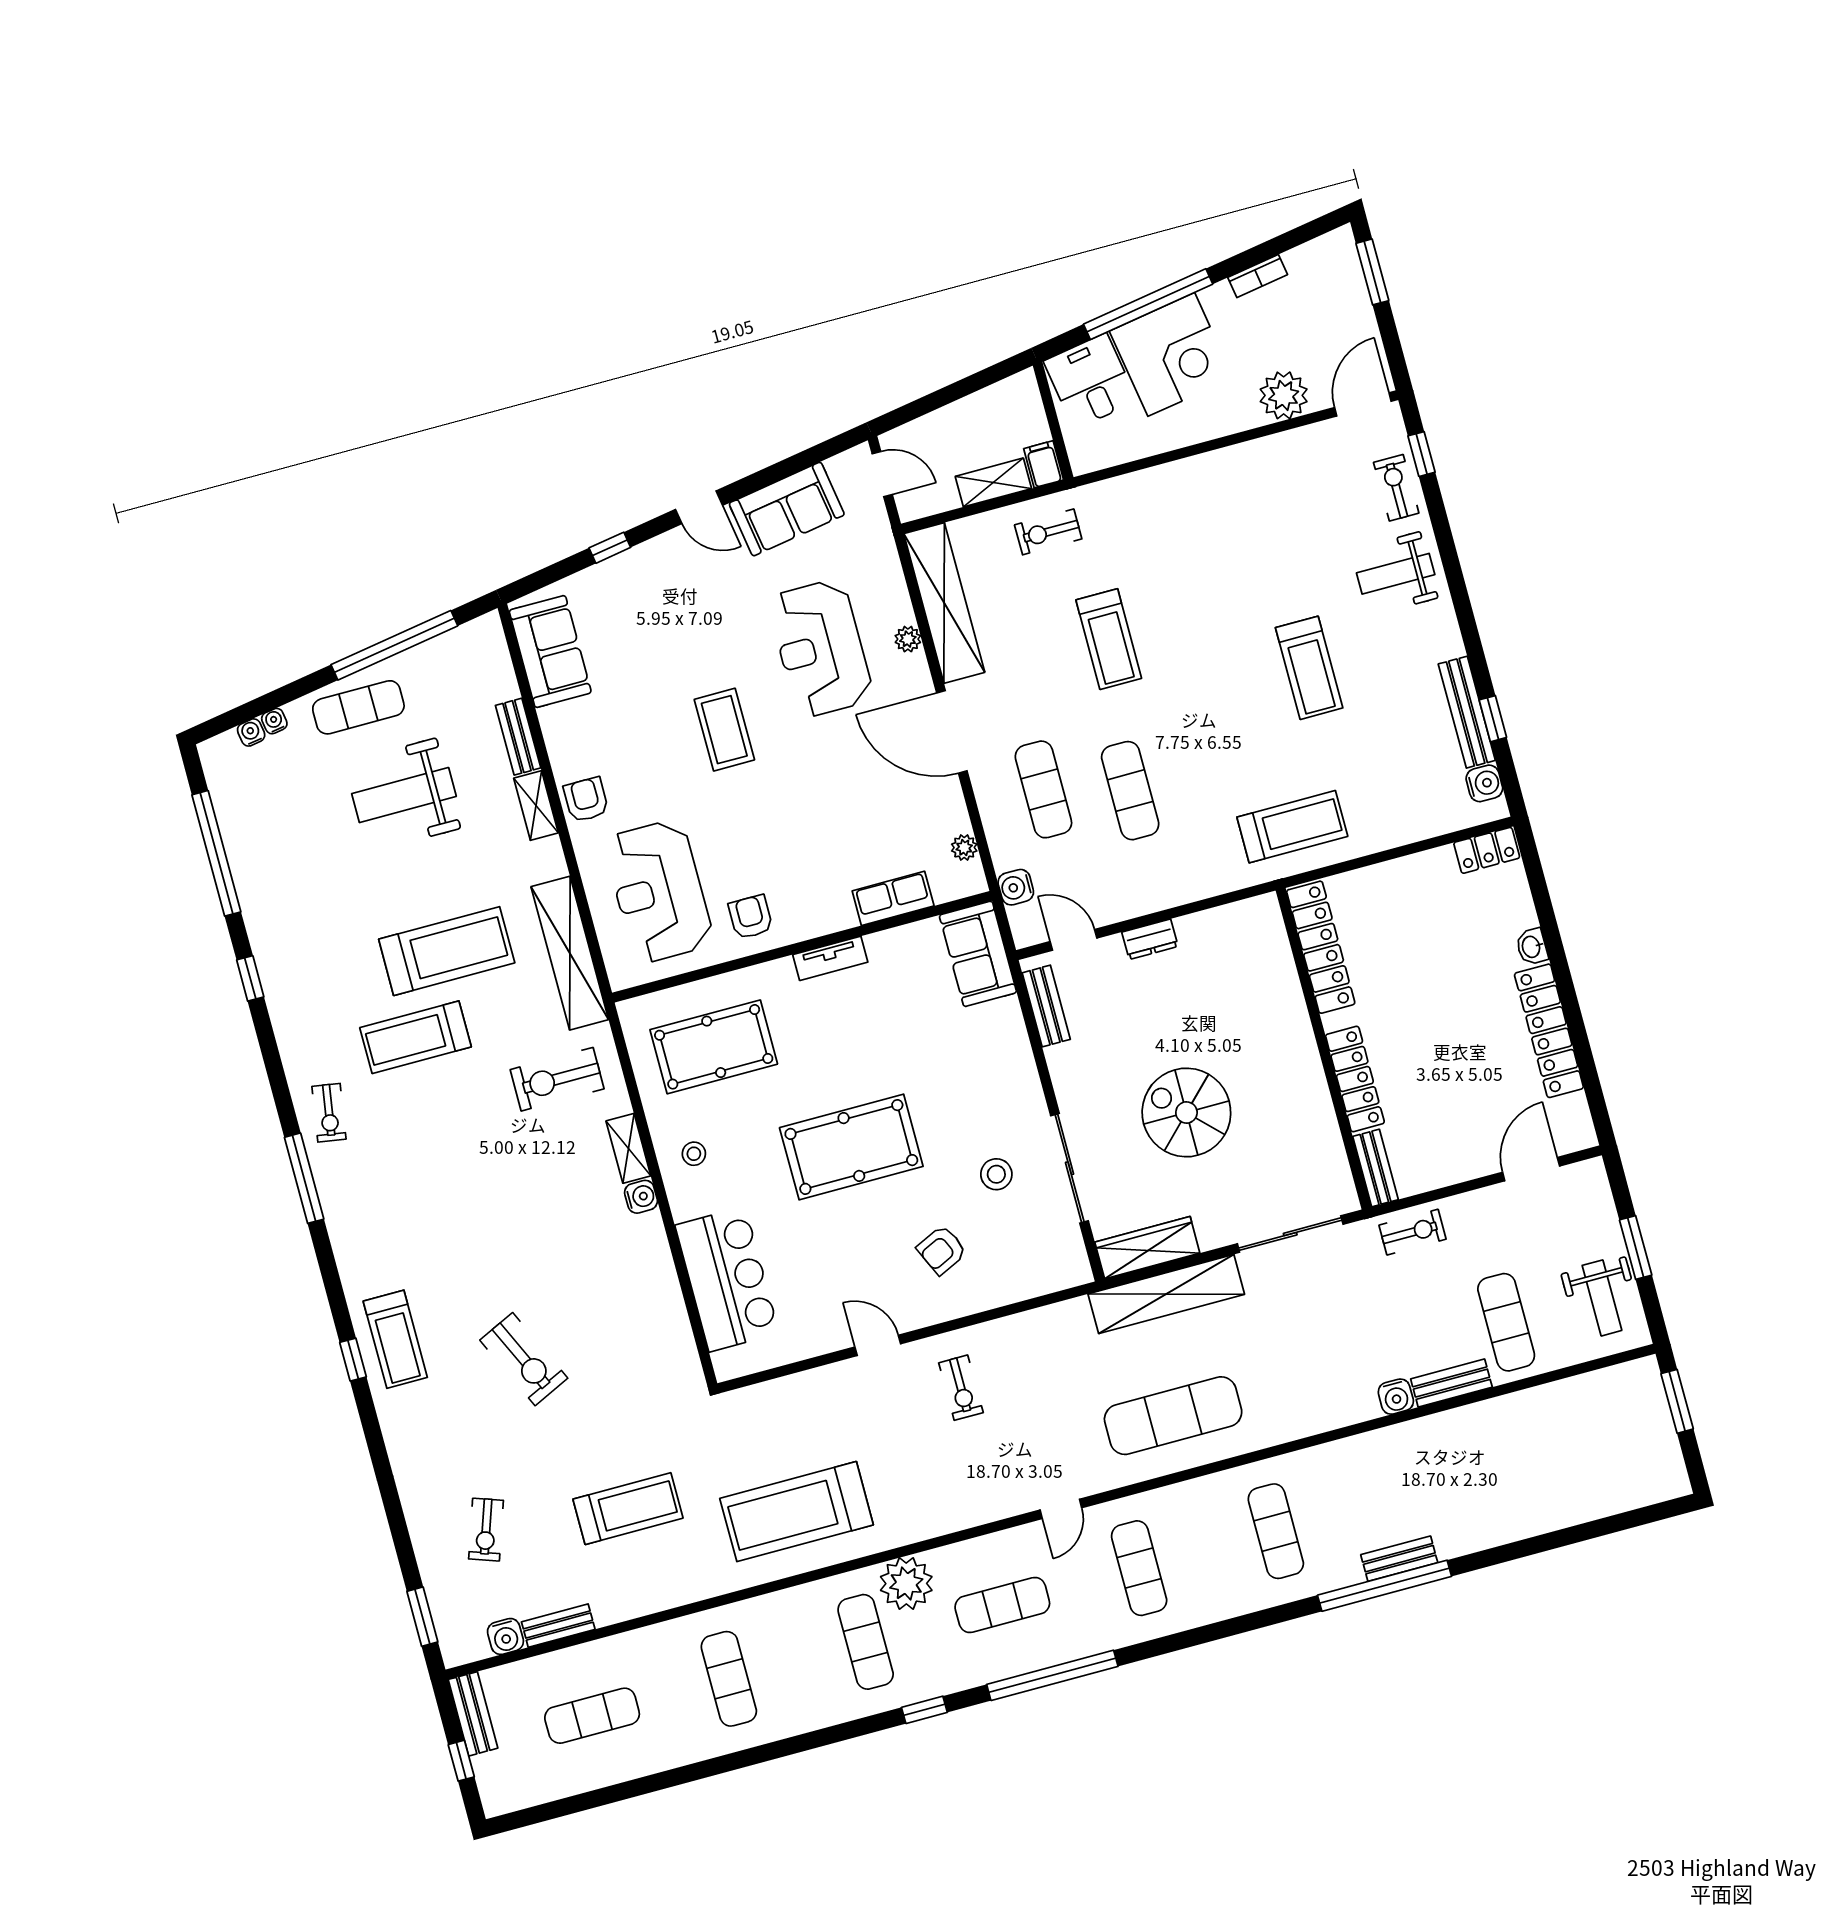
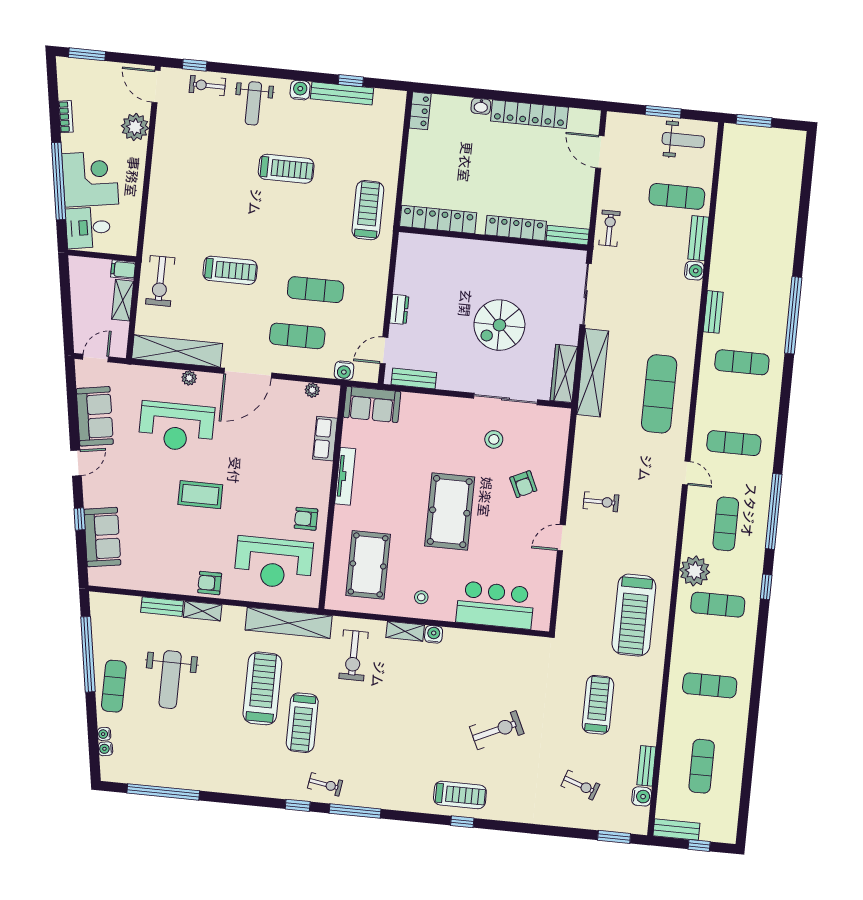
exercise bike: (1048, 532) -> (160, 281), width x1.38, depth x1.39
sofa: (550, 651) -> (102, 537), moved, turned 81
water cooler: (1484, 783) -> (300, 90), moved
tv unit: (830, 958) -> (345, 476), width x1.41
window: (250, 978) -> (298, 805), moved
bench: (1399, 1559) -> (713, 312), moved

